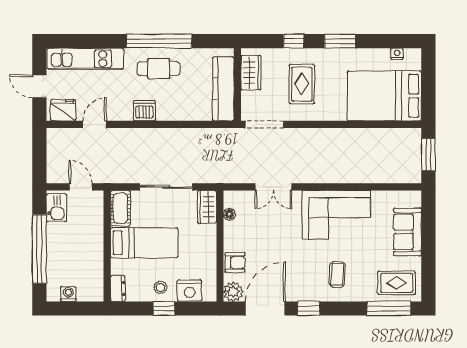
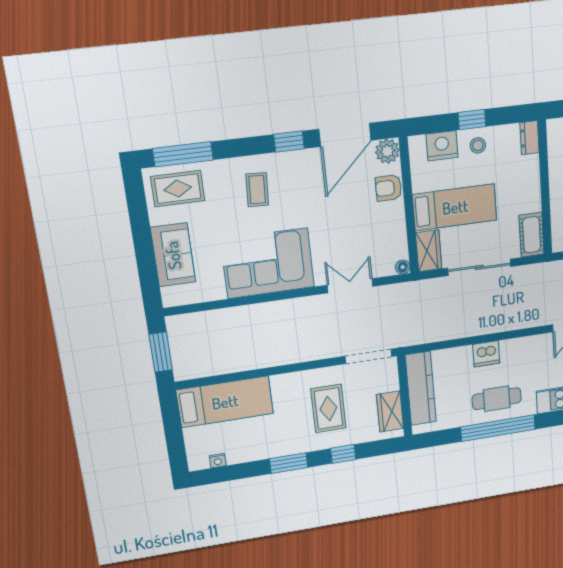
bed: (384, 96) -> (225, 402), width x0.67
dishwasher: (144, 111) -> (486, 354), moved
floor lamp: (229, 214) -> (403, 267), moved
bed: (144, 243) -> (455, 207), moved, turned 180

